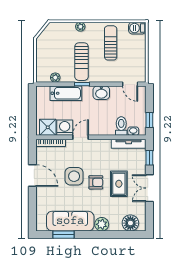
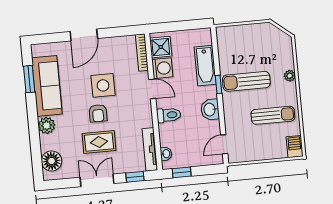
plant: (55, 78) -> (223, 51), removed
toilet: (121, 126) -> (169, 115), moved
door: (32, 176) -> (84, 35), moved

